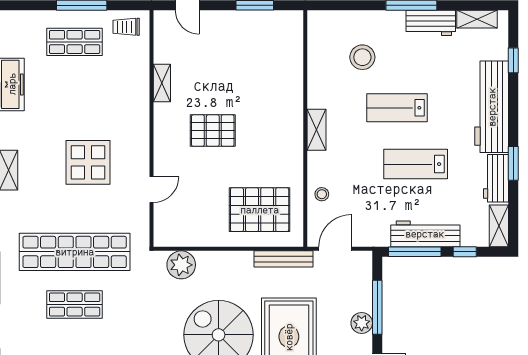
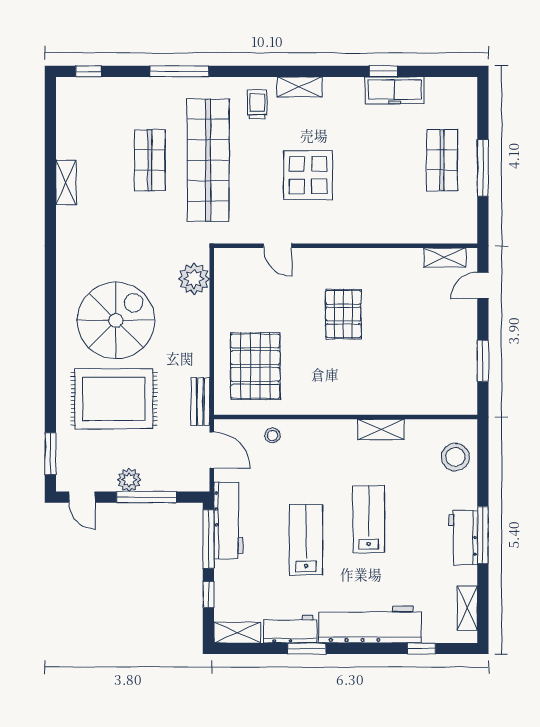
workbench: (431, 23) -> (463, 538), moved
trolley: (126, 27) -> (257, 104), moved
stool: (362, 57) -> (455, 457), moved
shelving: (162, 83) -> (445, 257), moved
shelving: (317, 130) -> (381, 429), moved
workbench: (425, 234) -> (228, 521), moved
bench: (284, 259) -> (200, 402), width x0.73

